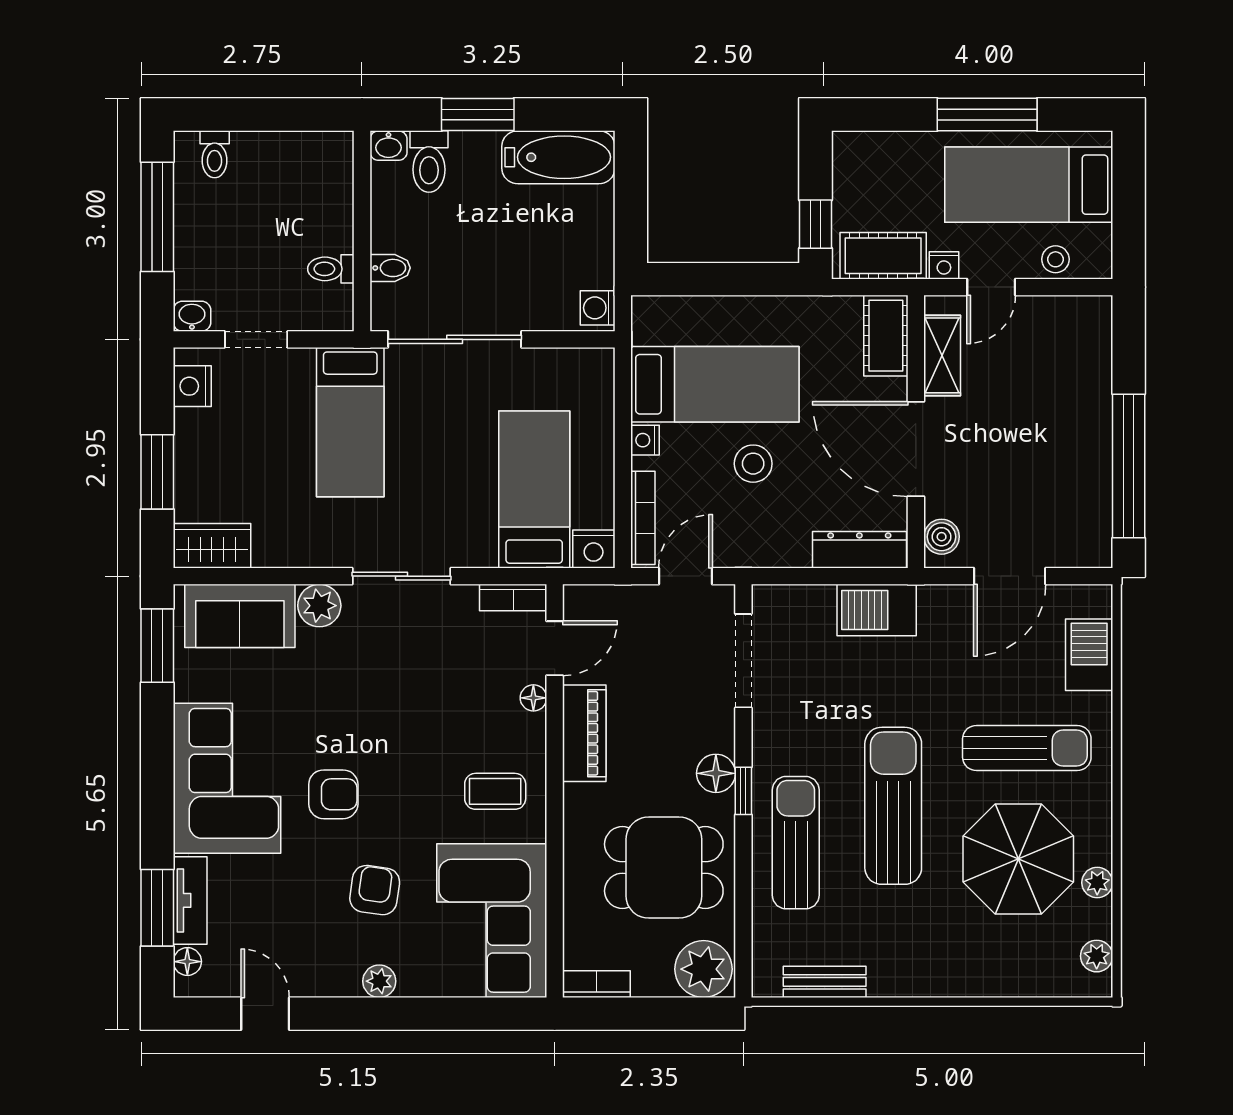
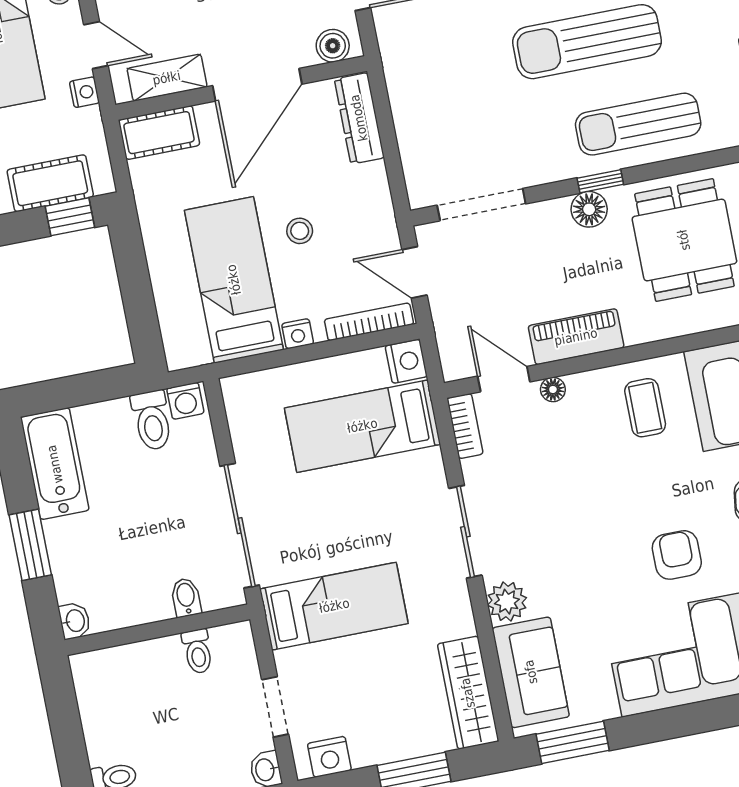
toilet: (429, 162) -> (152, 420), moved, turned 90
cot: (883, 256) -> (50, 183), moved, turned 90
stool: (753, 464) -> (300, 231), width x0.73, depth x0.73
wardrobe: (212, 546) -> (468, 693), width x1.50
barbecue: (877, 610) -> (411, 92), removed

